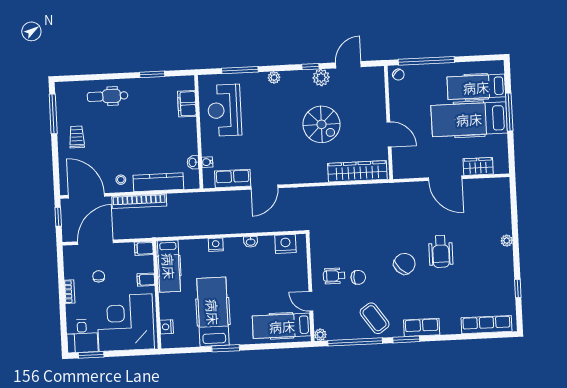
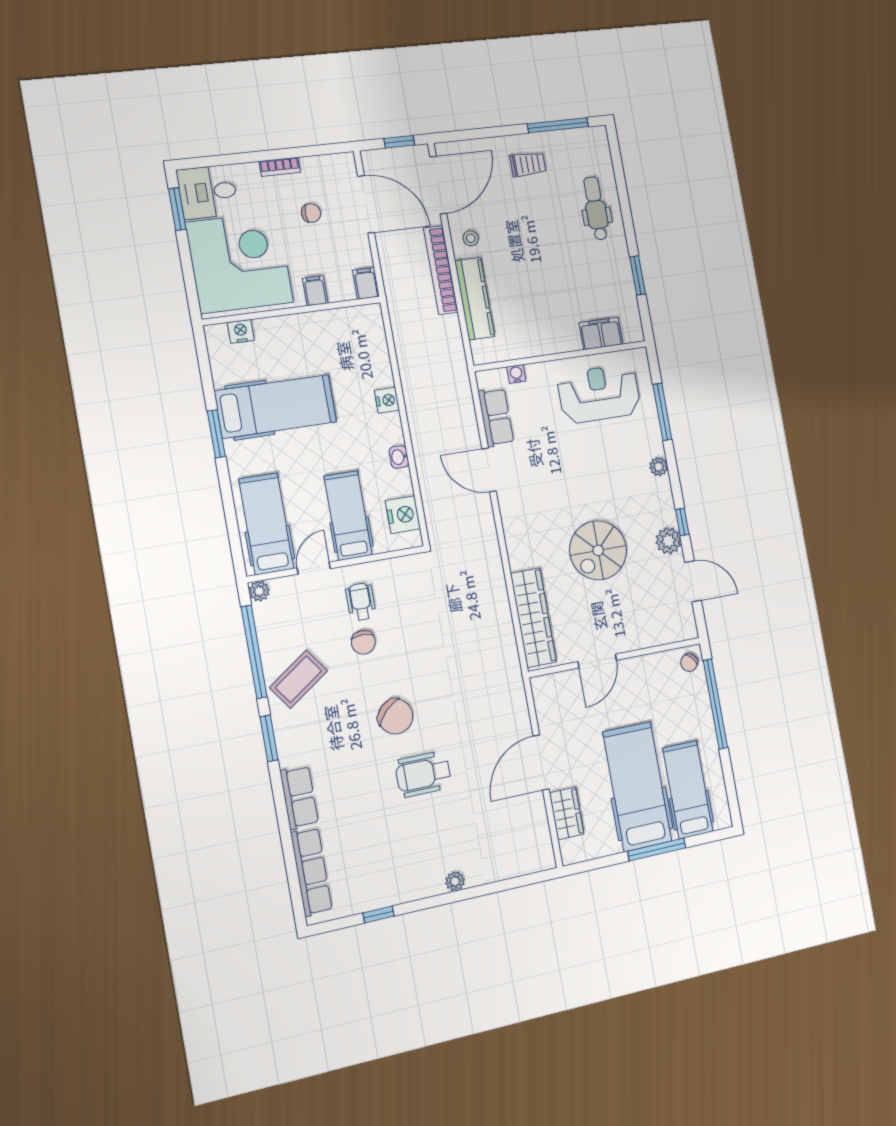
washbasin: (193, 162) -> (513, 351), removed
hospital bed: (169, 266) -> (348, 516), moved, turned 90
row of seats: (422, 327) -> (299, 797), moved

